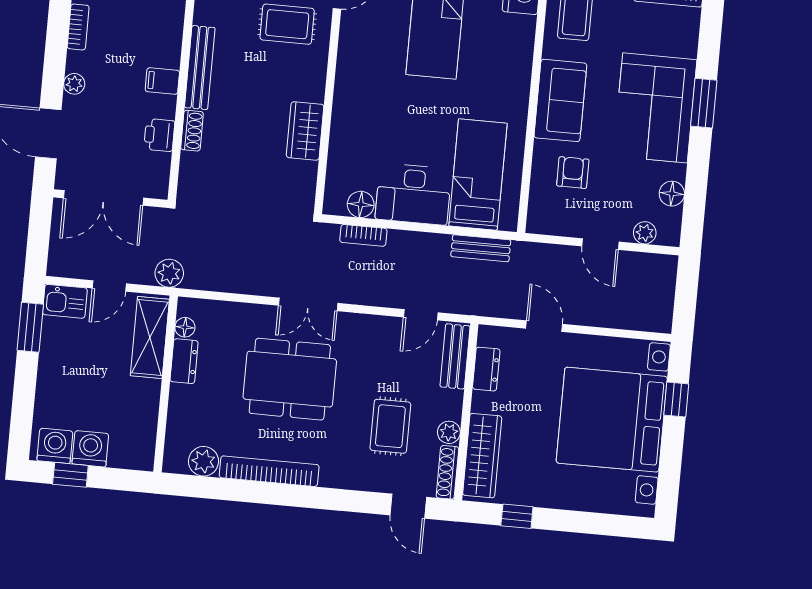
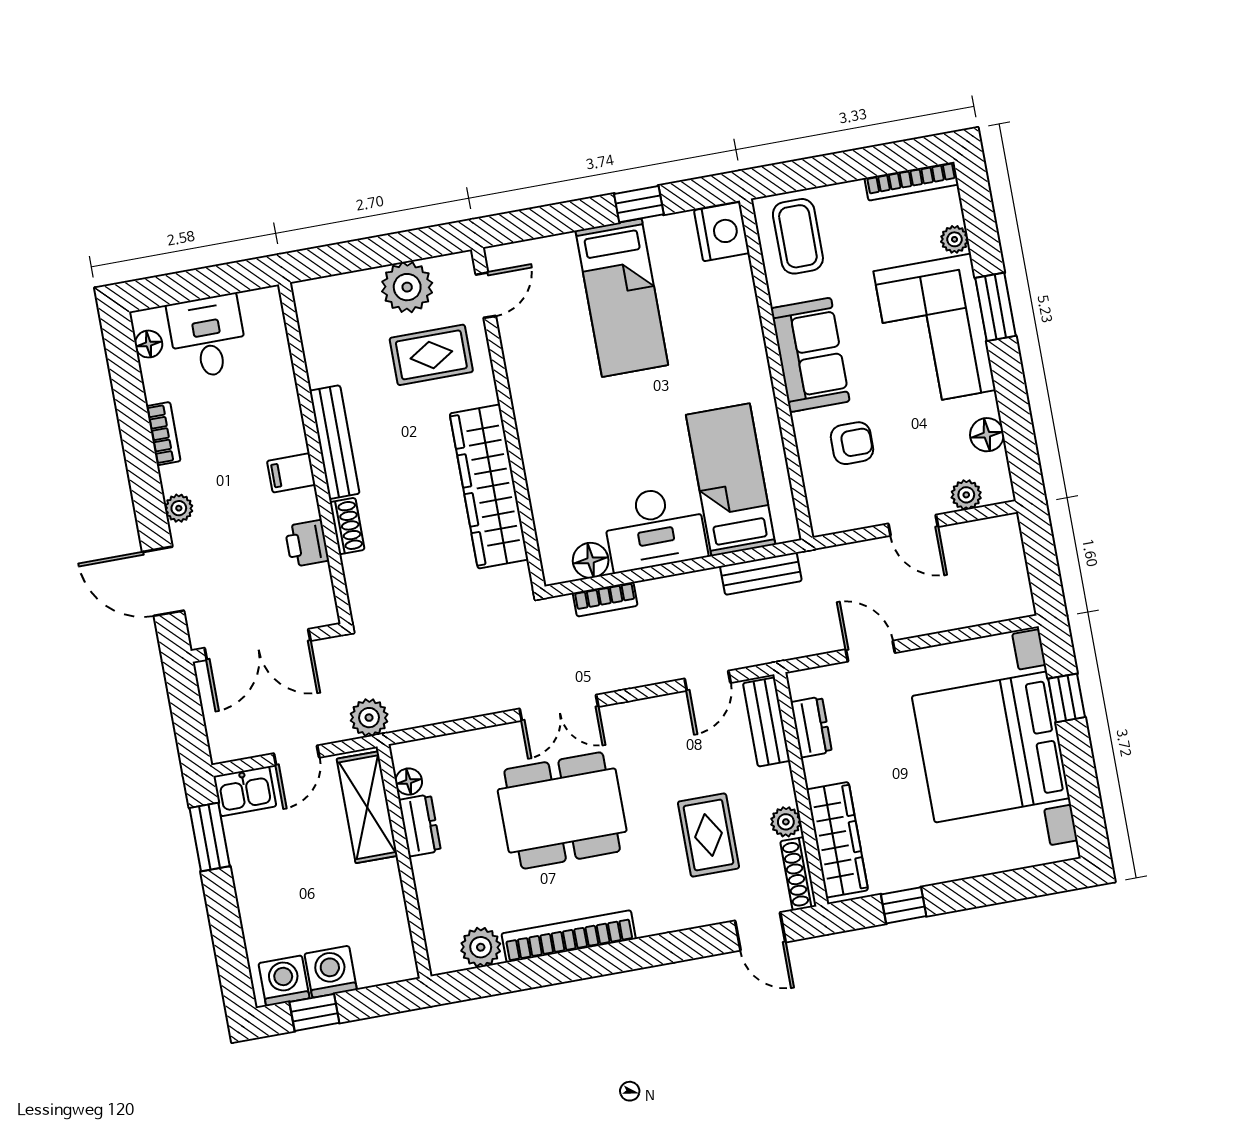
plant: (688, 46) -> (954, 239), added
wardrobe: (305, 131) -> (489, 486), width x2.10, depth x1.17
armchair: (573, 173) -> (852, 443), turned 90

